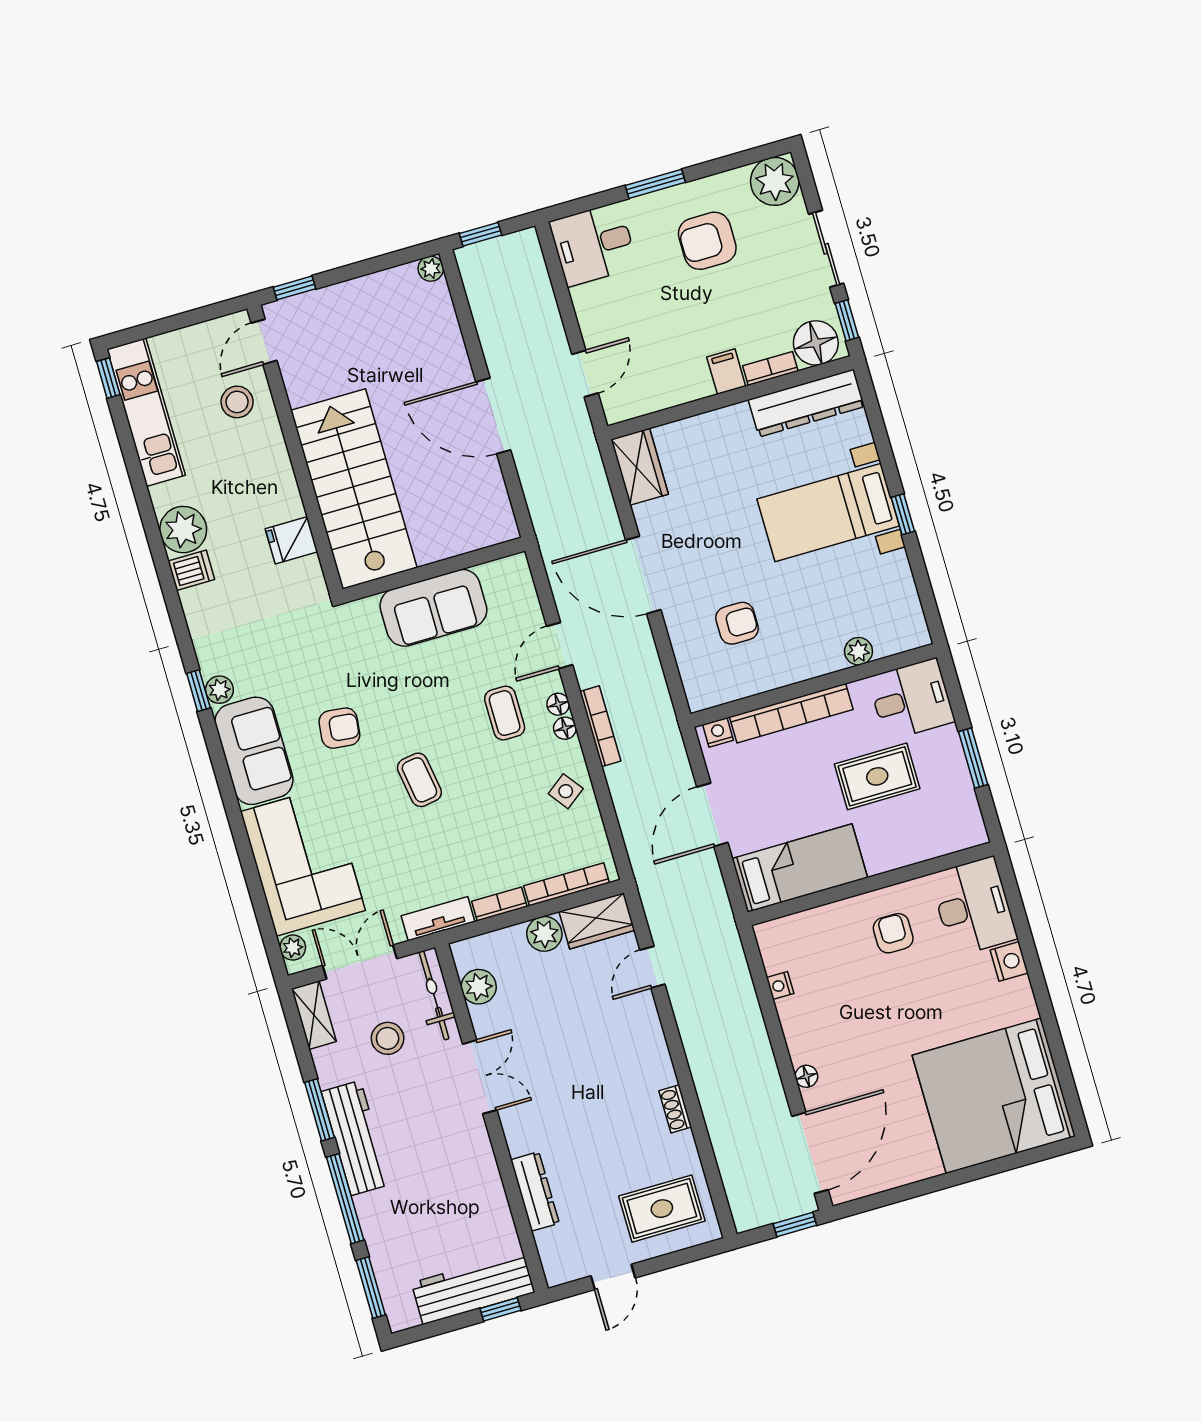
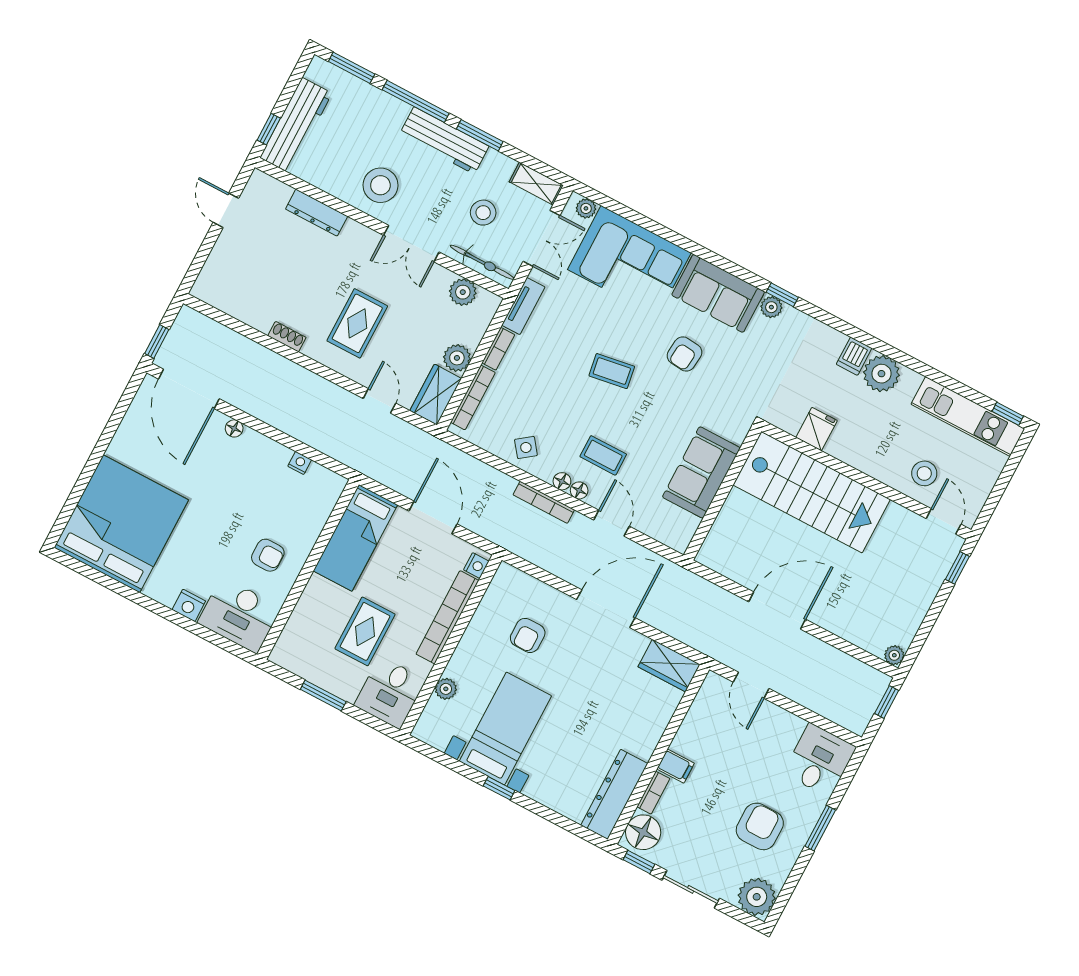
bed with nightstands: (828, 512) -> (505, 729), moved
stool: (453, 1157) -> (380, 185), added
rug: (662, 1209) -> (357, 323), moved

